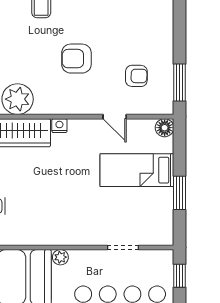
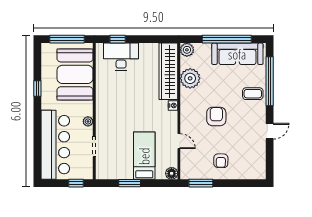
armchair: (136, 76) -> (221, 161), moved
door: (115, 117) -> (179, 141), swing flipped
plant: (60, 257) -> (88, 121), moved

